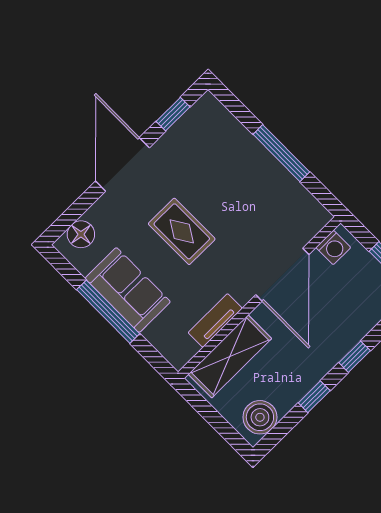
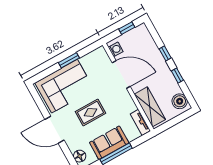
window: (173, 114) -> (39, 102), removed
window: (281, 153) -> (69, 60), width x0.69
corner sofa: (223, 159) -> (64, 86), added
tv unit: (215, 320) -> (140, 122), moved

